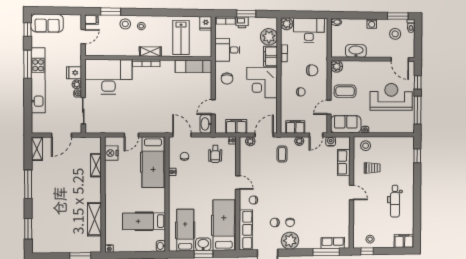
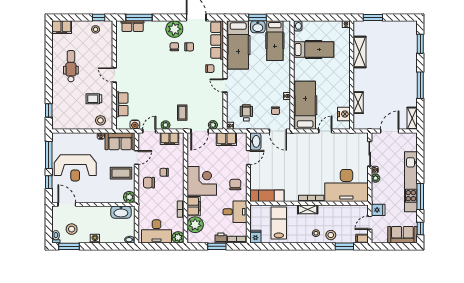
washbasin: (356, 51) -> (121, 212), moved
chair: (312, 70) -> (149, 183), moved
fridge: (74, 73) -> (378, 210), moved

